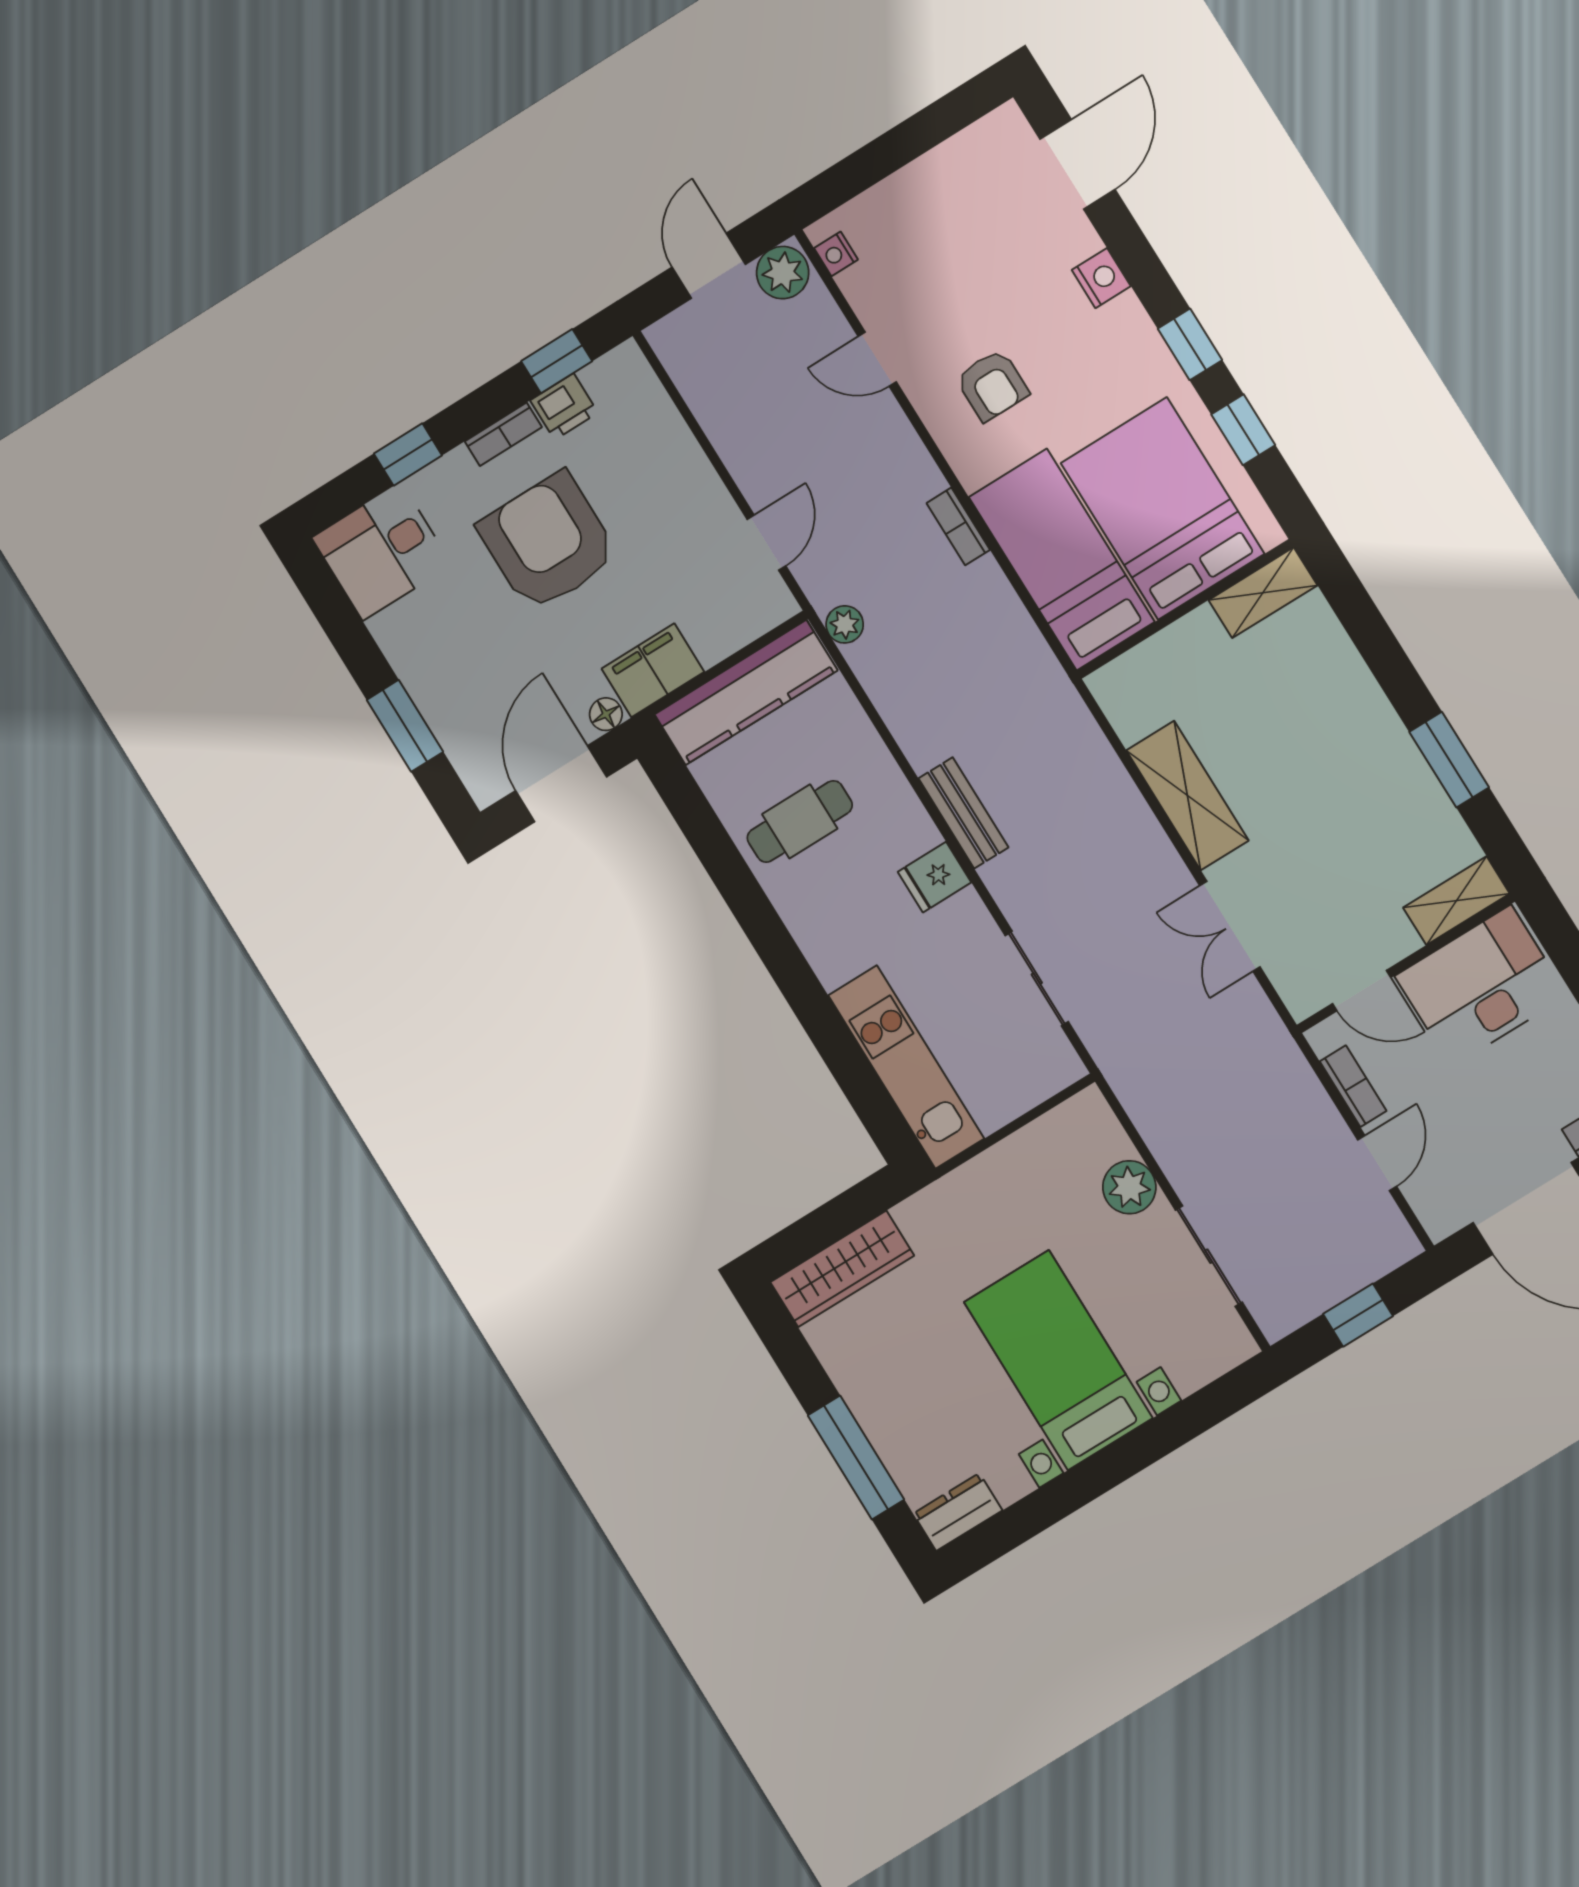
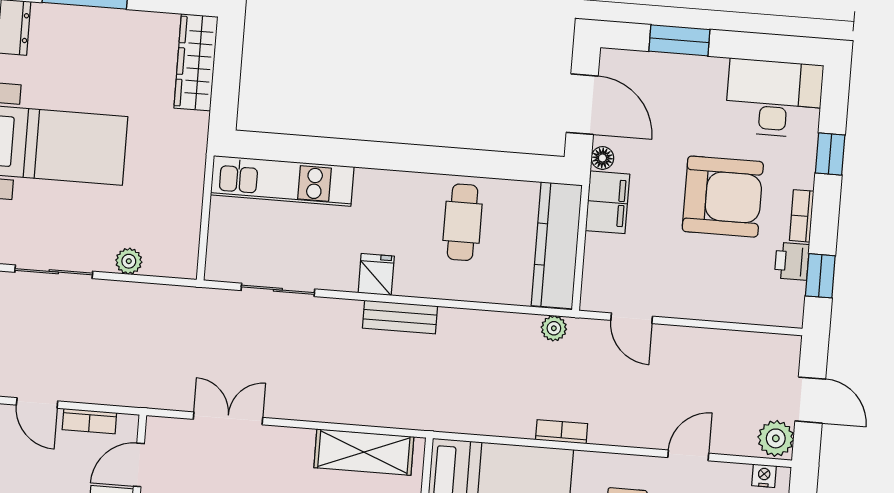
desk: (382, 551) -> (774, 98), width x1.37
shelving: (1187, 795) -> (364, 452), moved
plant: (1129, 1187) -> (129, 261), width x0.73, depth x0.73

